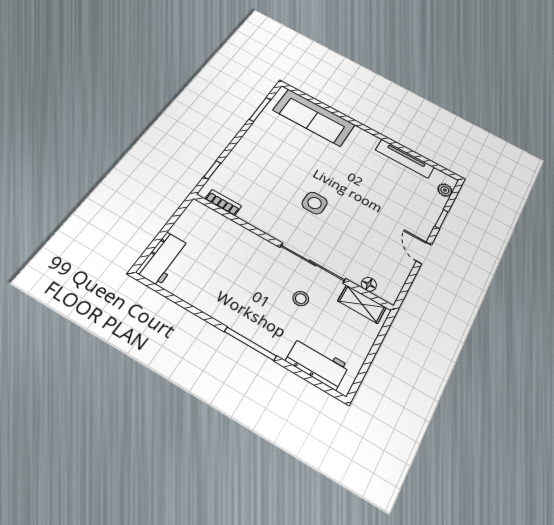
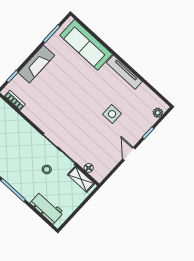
fireplace: (246, 149) -> (36, 64), added
tv unit: (405, 159) -> (124, 72), moved
side table: (315, 203) -> (112, 114), moved

